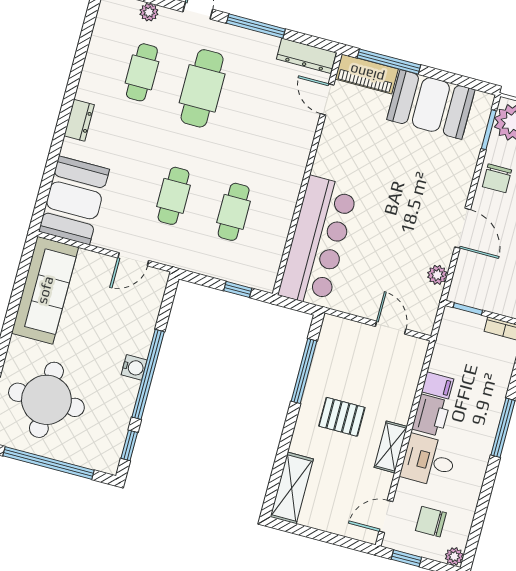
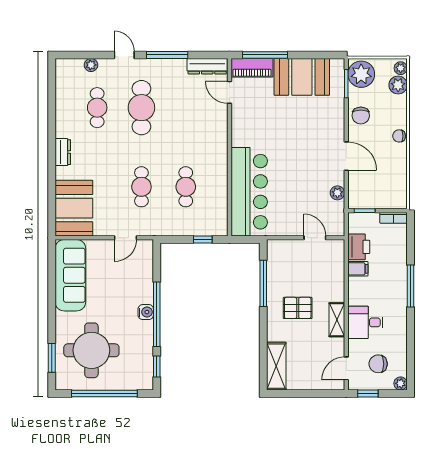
printer: (431, 415) -> (359, 247), moved

